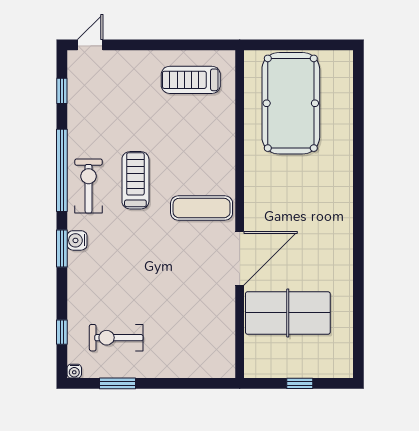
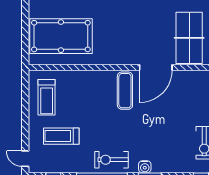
treadmill: (135, 180) -> (61, 136), moved
door: (240, 258) -> (156, 67), swing flipped

